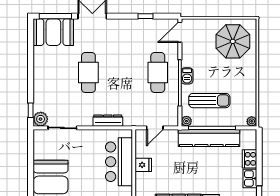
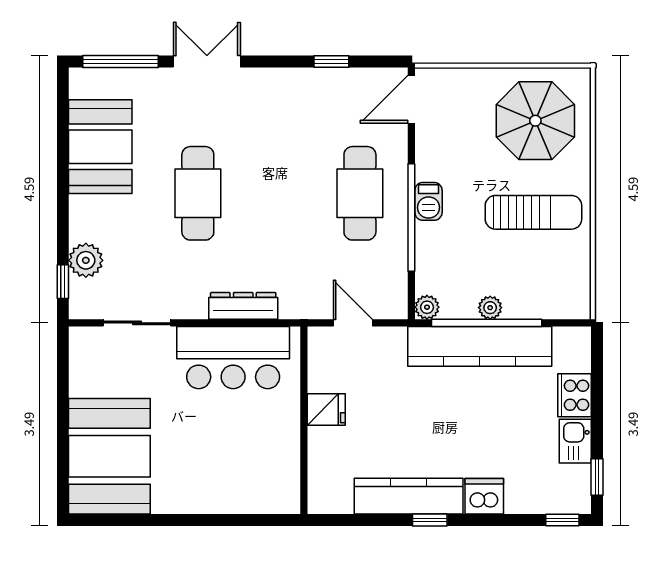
booth: (53, 32) -> (100, 147), moved, turned 90
sun lounger: (209, 101) -> (533, 212), moved
plant: (41, 119) -> (86, 260), moved
plant: (252, 121) -> (490, 308), moved
door: (155, 128) -> (353, 323), swing flipped
bar counter: (119, 162) -> (233, 358), moved, turned -90

